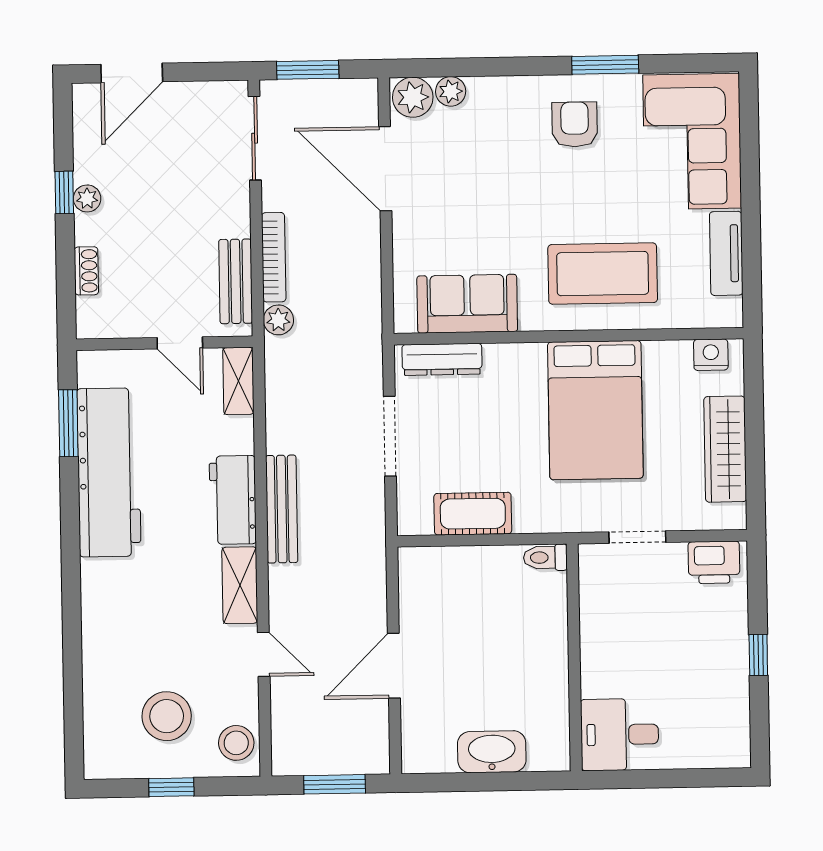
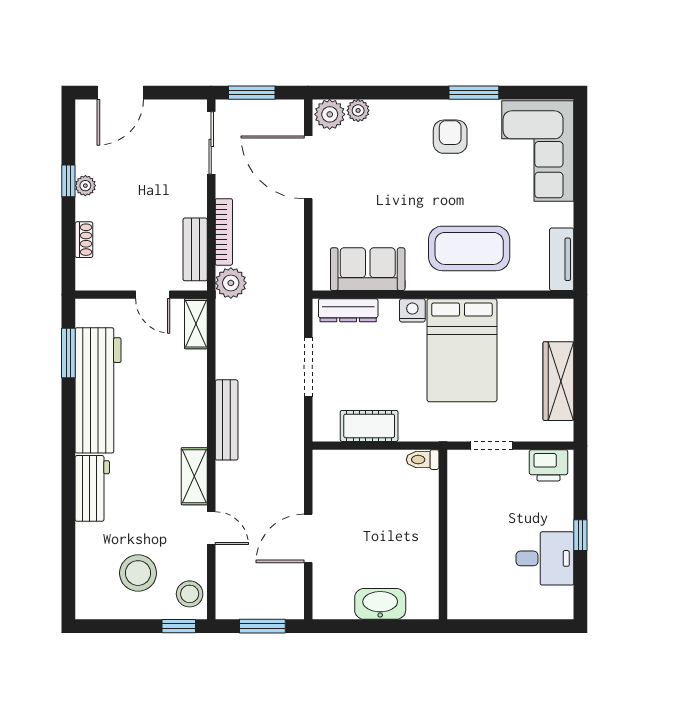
tv unit: (726, 253) -> (562, 259), moved
plant: (278, 320) -> (231, 283), width x1.38, depth x1.38
nightstand: (711, 355) -> (412, 310), moved
workbench: (233, 500) -> (92, 488), moved, turned 180
desk: (620, 735) -> (545, 558), moved, turned 180
window: (171, 787) -> (179, 626), moved

